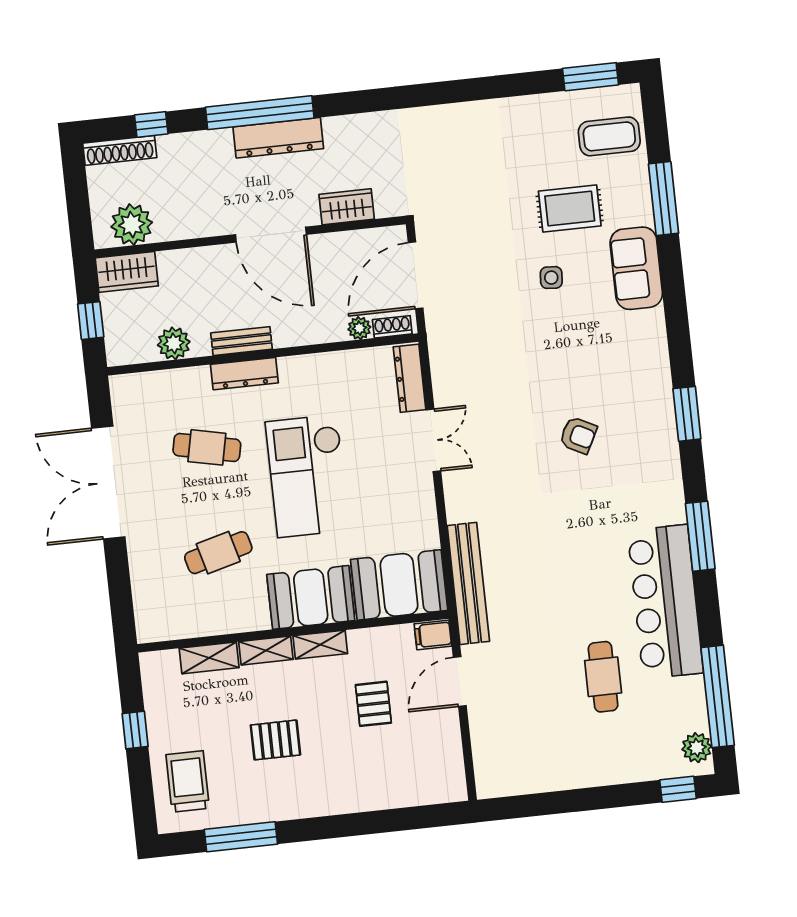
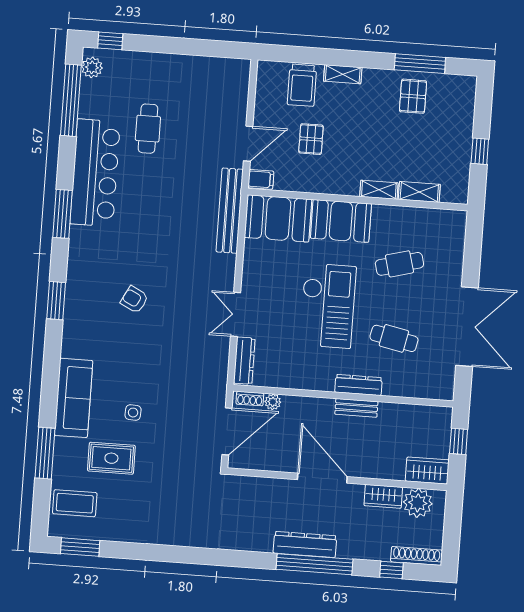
wardrobe: (347, 207) -> (383, 496), moved
sofa: (636, 268) -> (74, 398), width x1.36
plant: (174, 343) -> (404, 415), removed
shelving: (320, 645) -> (343, 74), moved
pallet: (275, 740) -> (413, 96), moved, turned 90
trolley: (188, 781) -> (302, 85), moved

